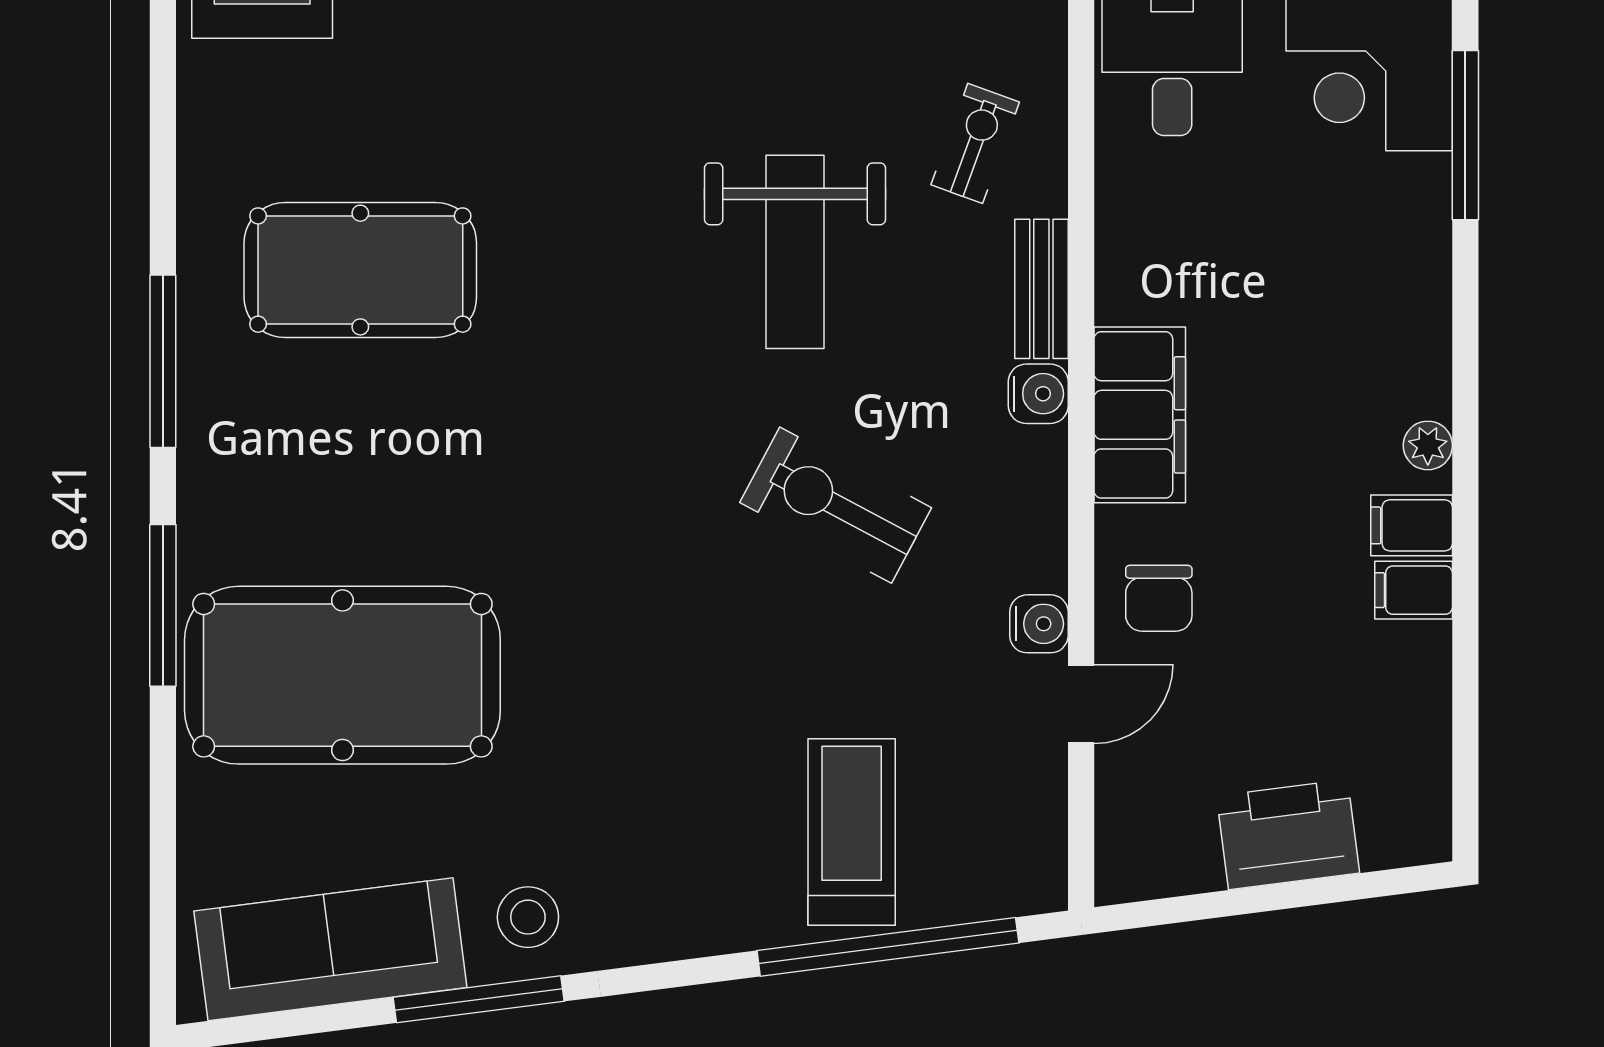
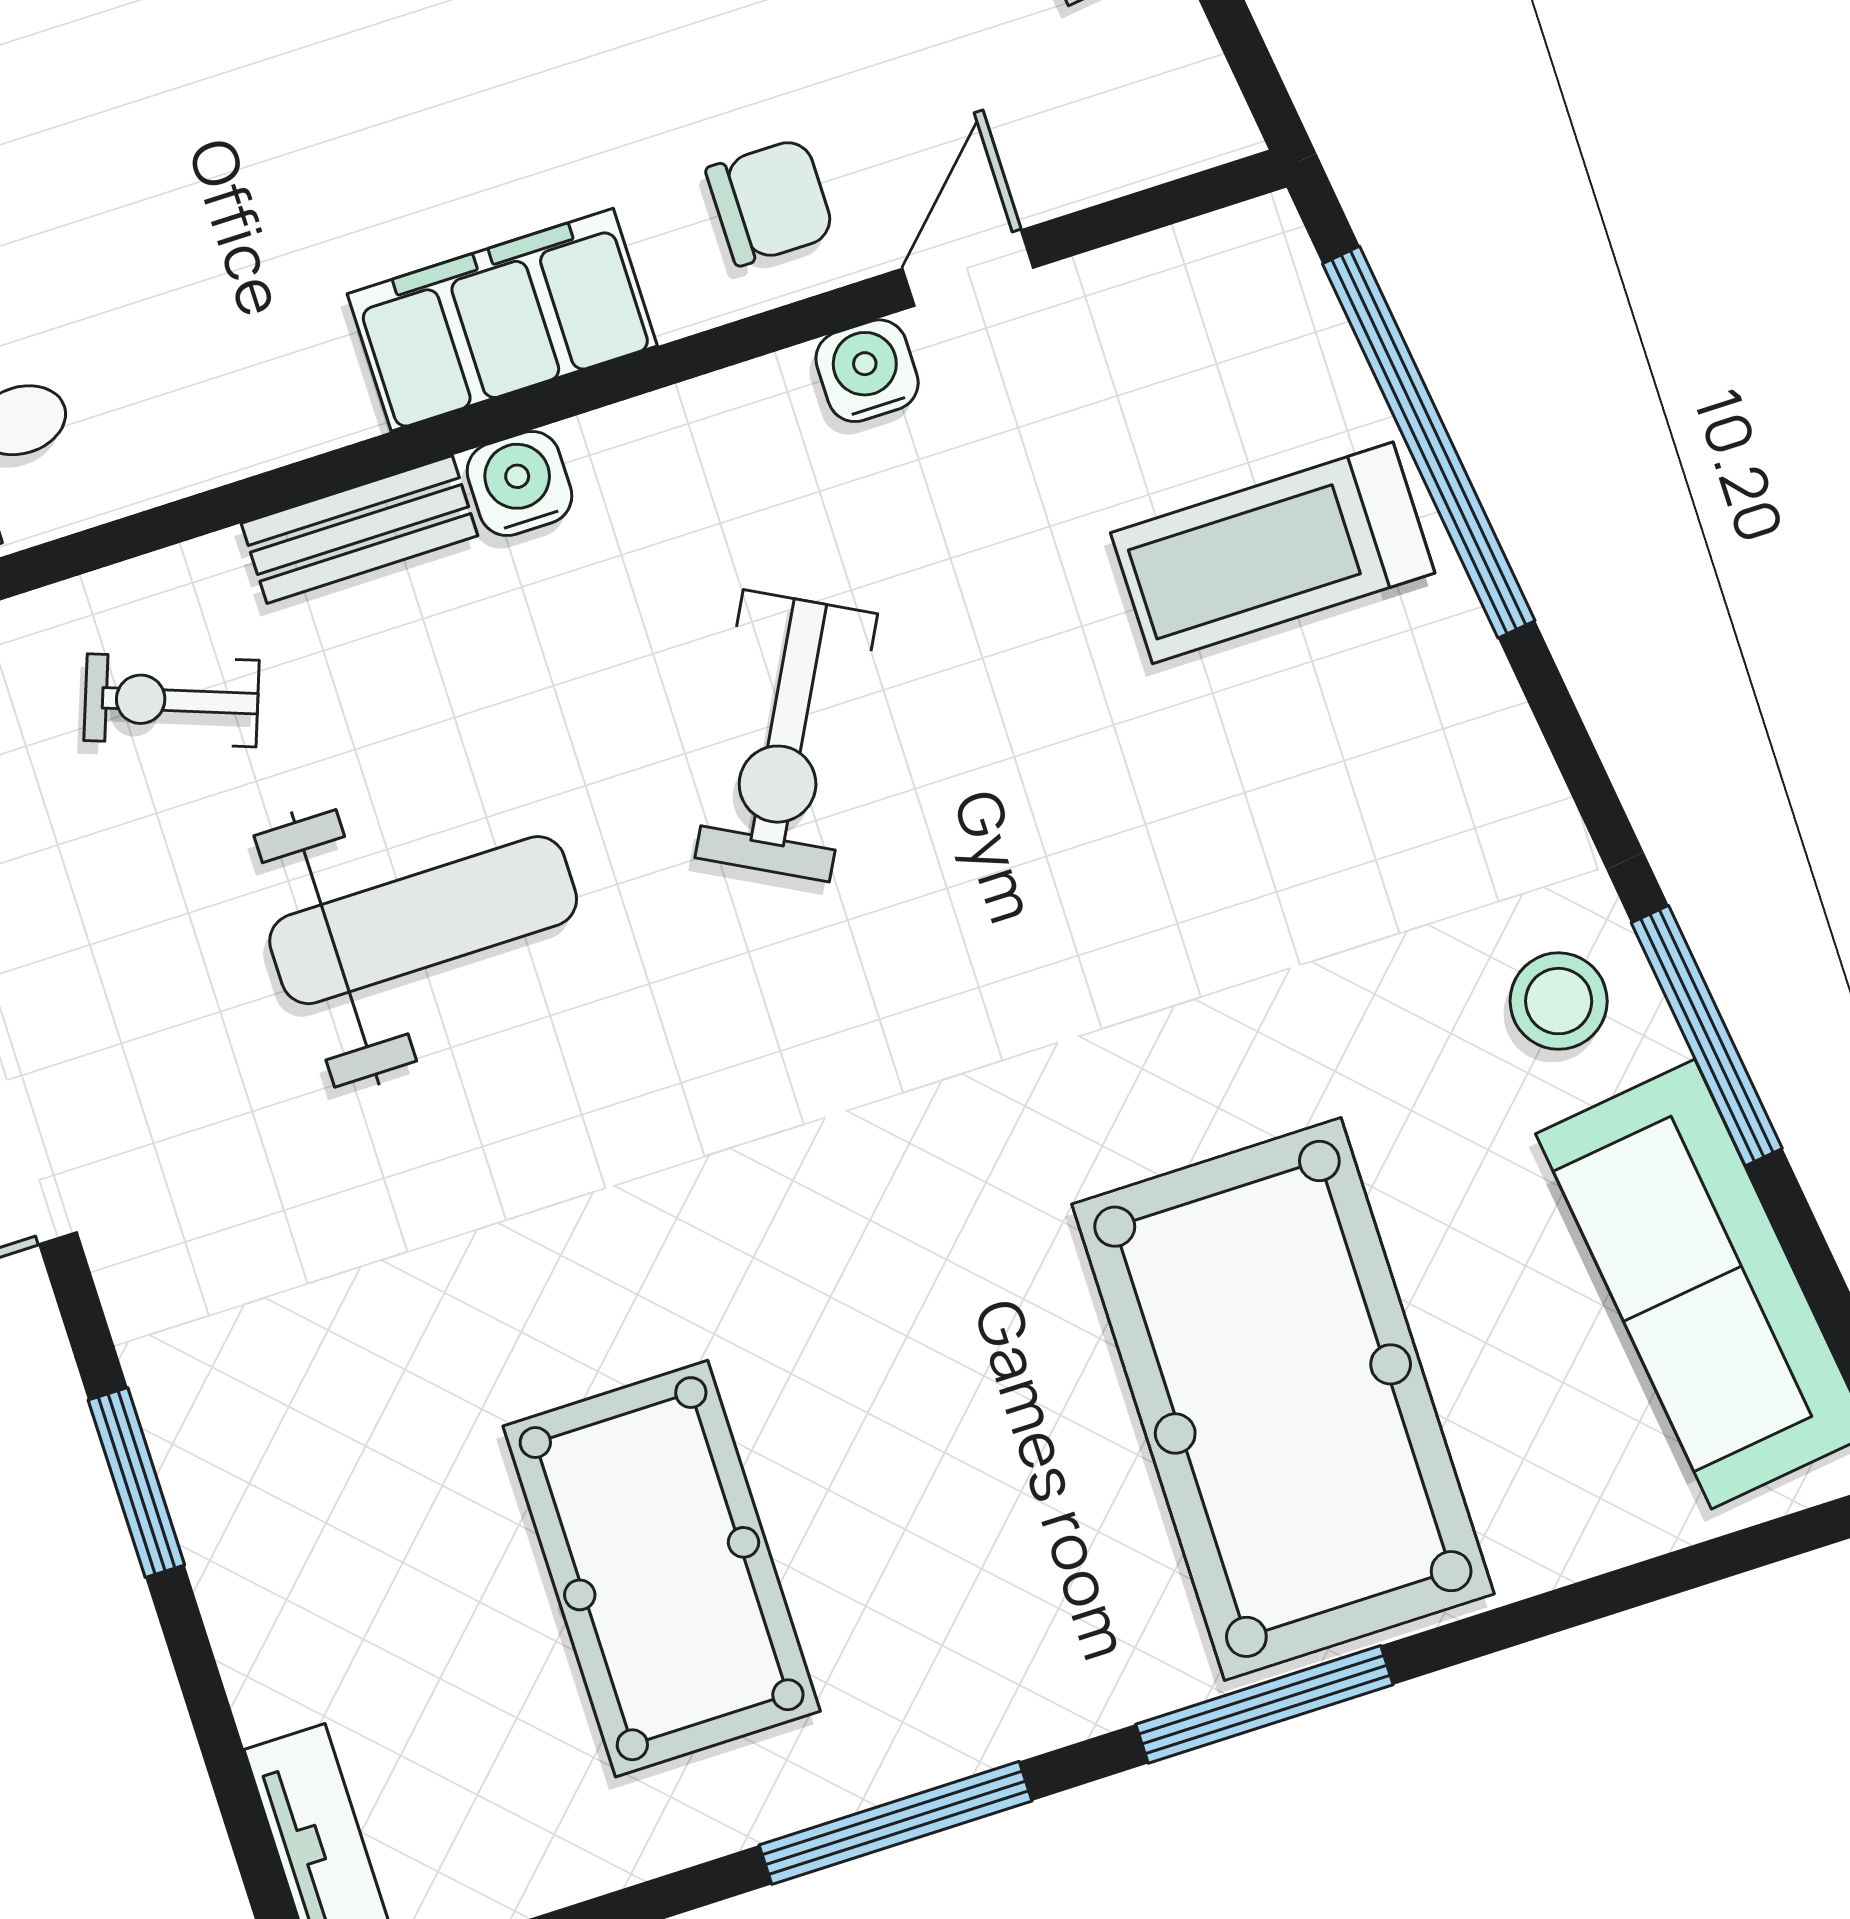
door: (1081, 704) -> (968, 268), hinge flipped

